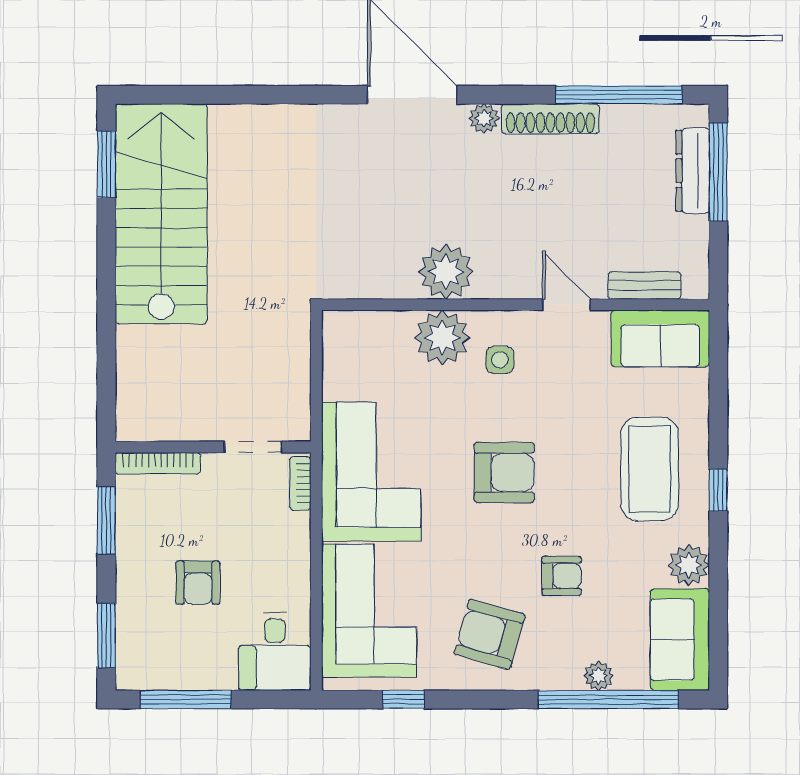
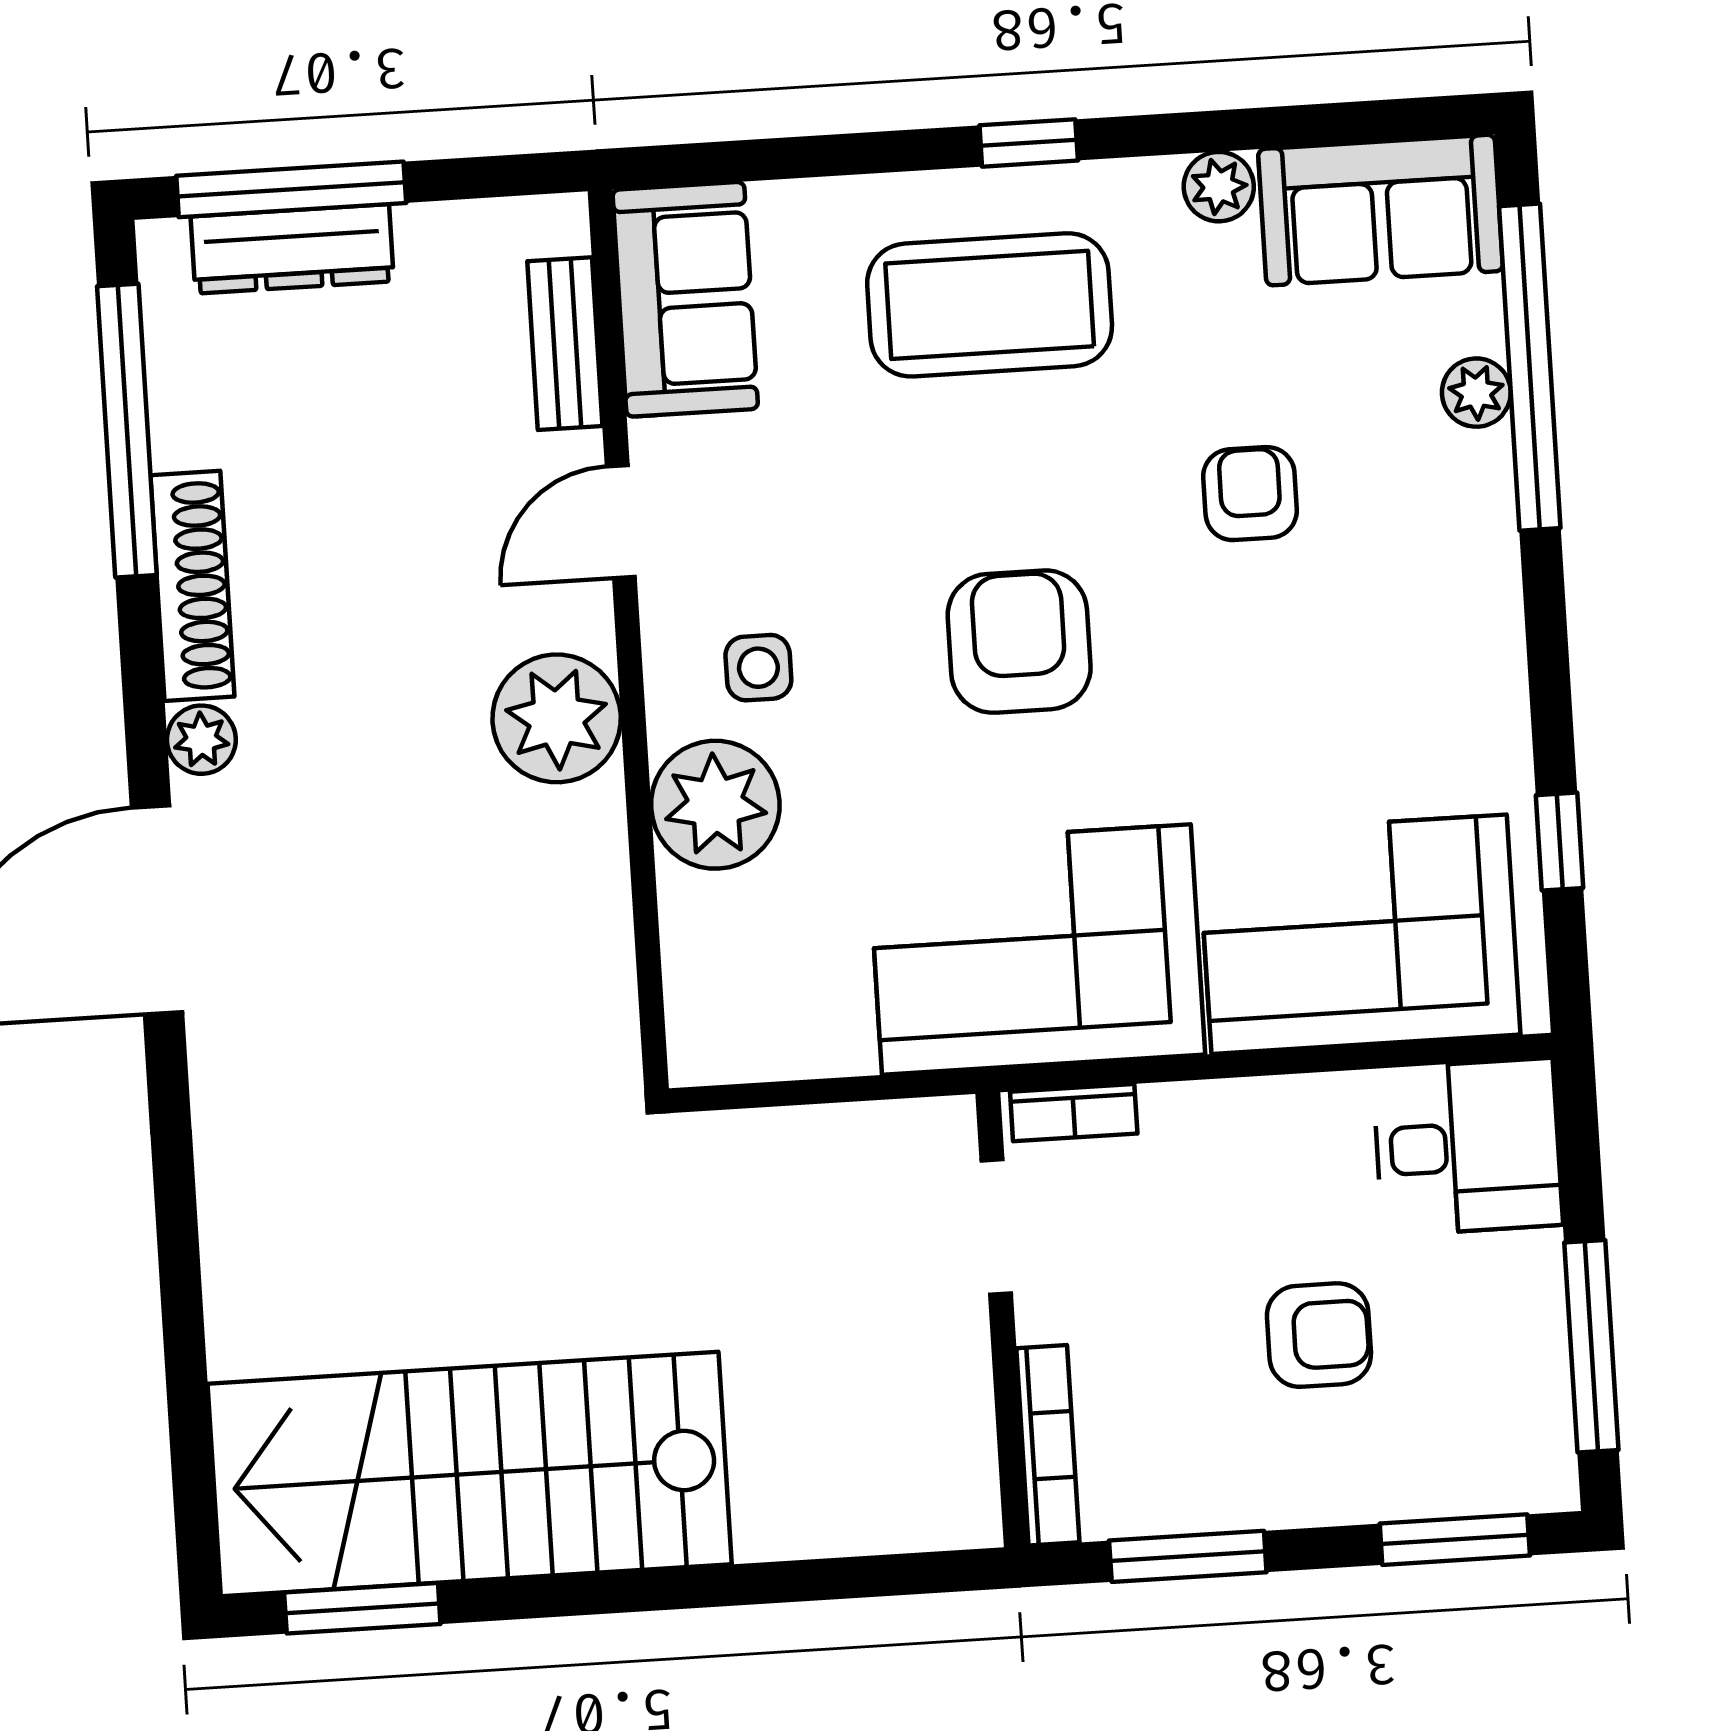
plant: (446, 272) -> (557, 718), moved
plant: (689, 565) -> (1219, 187), width x0.73, depth x0.73
armchair: (490, 634) -> (1396, 652), removed

